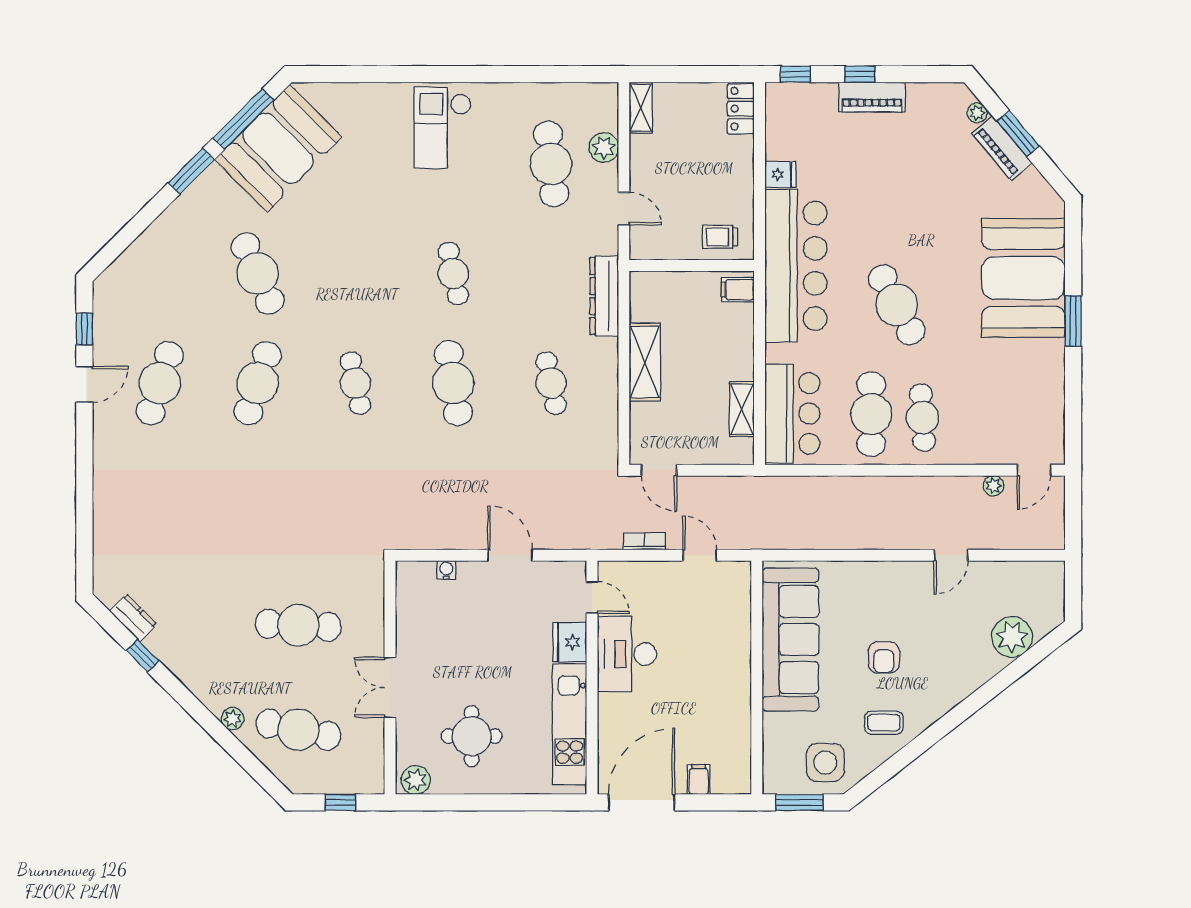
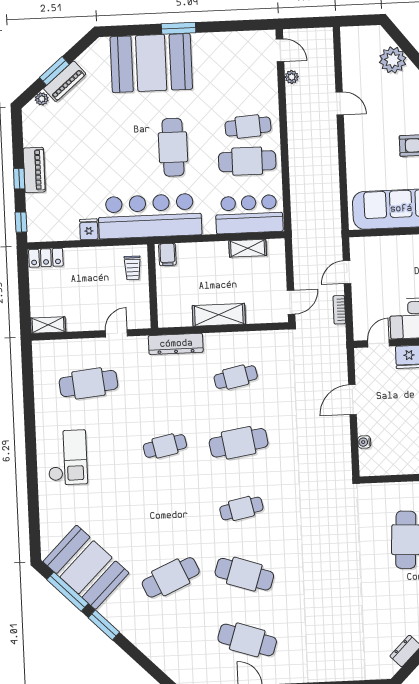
checkout: (443, 128) -> (67, 458), turned -90
plant: (604, 148) -> (76, 349), removed
cafe table: (897, 305) -> (173, 147), turned -62

